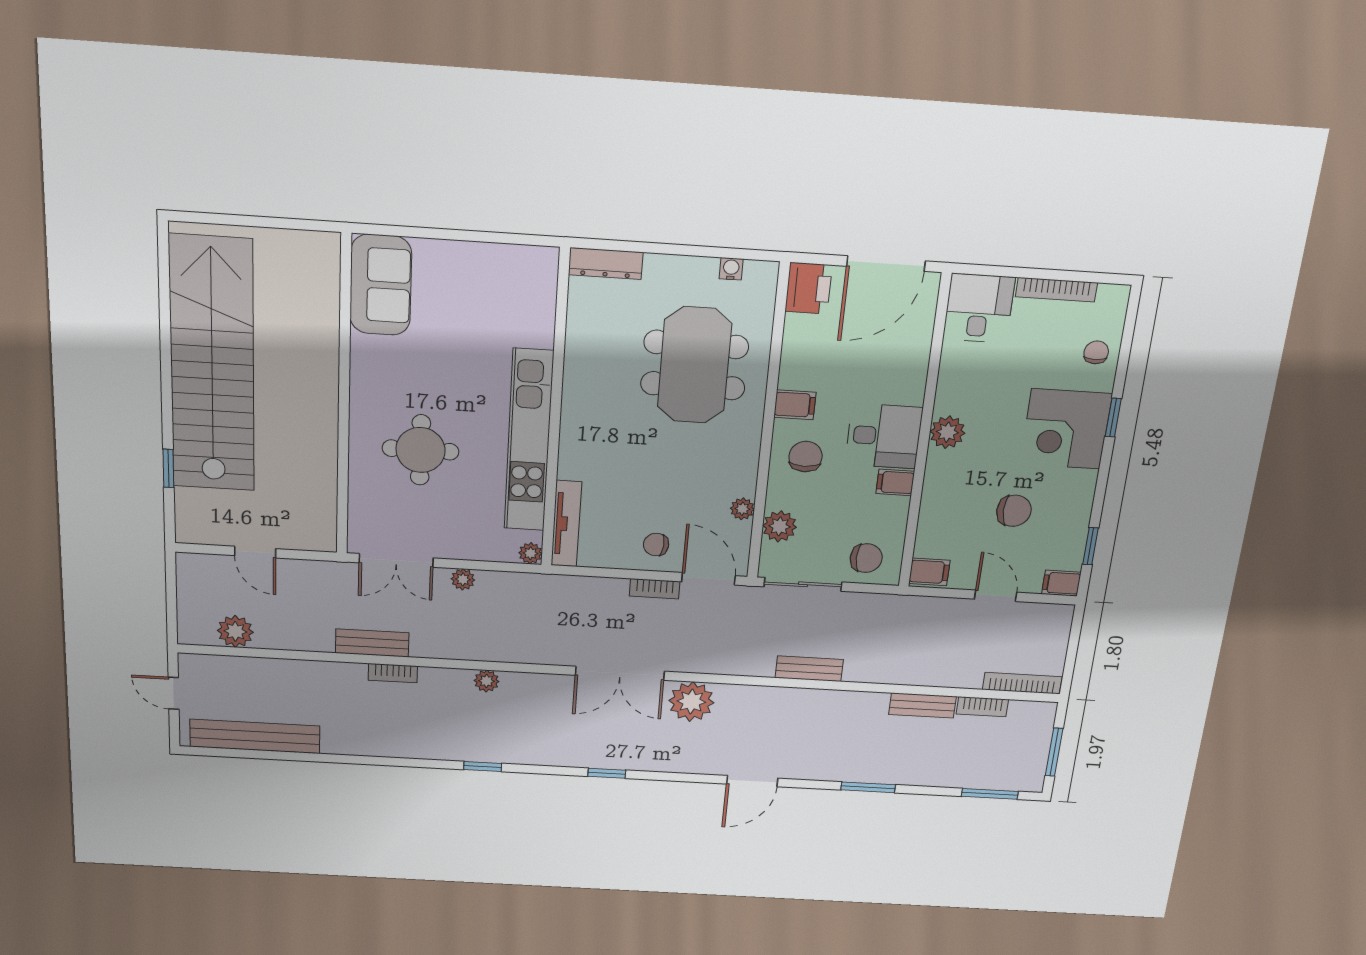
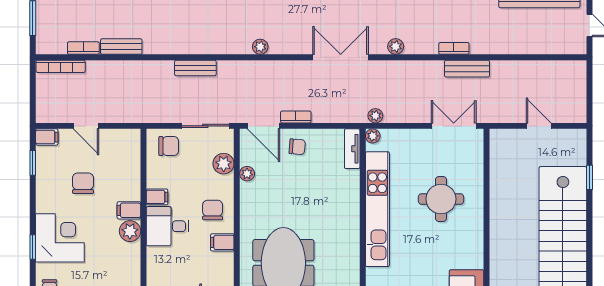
chair: (806, 457) -> (213, 210), turned 180
chair: (1014, 511) -> (83, 183), turned 91
tv unit: (566, 524) -> (352, 149), width x0.71
chair: (866, 558) -> (169, 146), turned 180
filing cabinet: (929, 572) -> (129, 210), moved
plant: (463, 579) -> (375, 116), moved
plant: (235, 631) -> (551, 71), removed
double door: (620, 673) -> (341, 57), moved
plant: (691, 702) -> (260, 47), width x0.53, depth x0.53

